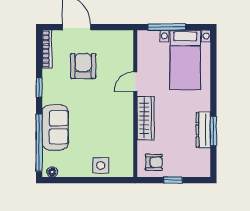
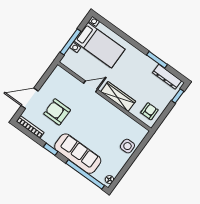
door: (135, 82) -> (91, 86), swing flipped
sofa: (55, 127) -> (78, 154), width x1.36
dresser: (203, 130) -> (167, 77), moved
window: (173, 180) -> (178, 96), moved

